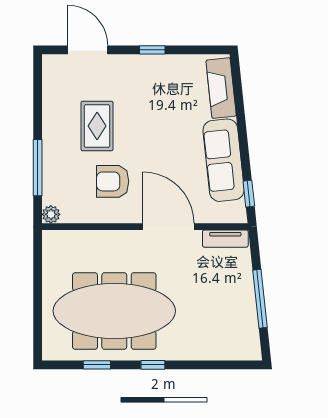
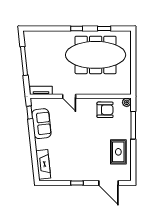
rug: (97, 126) -> (118, 152), moved
sofa: (224, 160) -> (41, 124), width x0.73
armchair: (113, 181) -> (105, 110), moved
door: (168, 227) -> (69, 96), width x0.53

